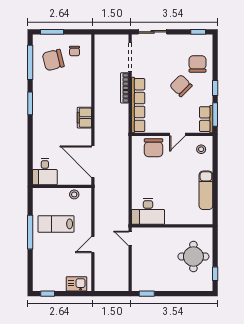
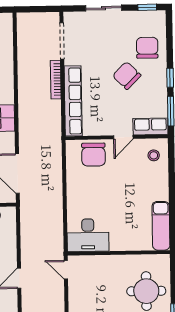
sliding door: (153, 32) -> (104, 8), moved
row of seats: (206, 119) -> (150, 126), moved, turned 90
exam couch: (206, 190) -> (161, 226), moved

